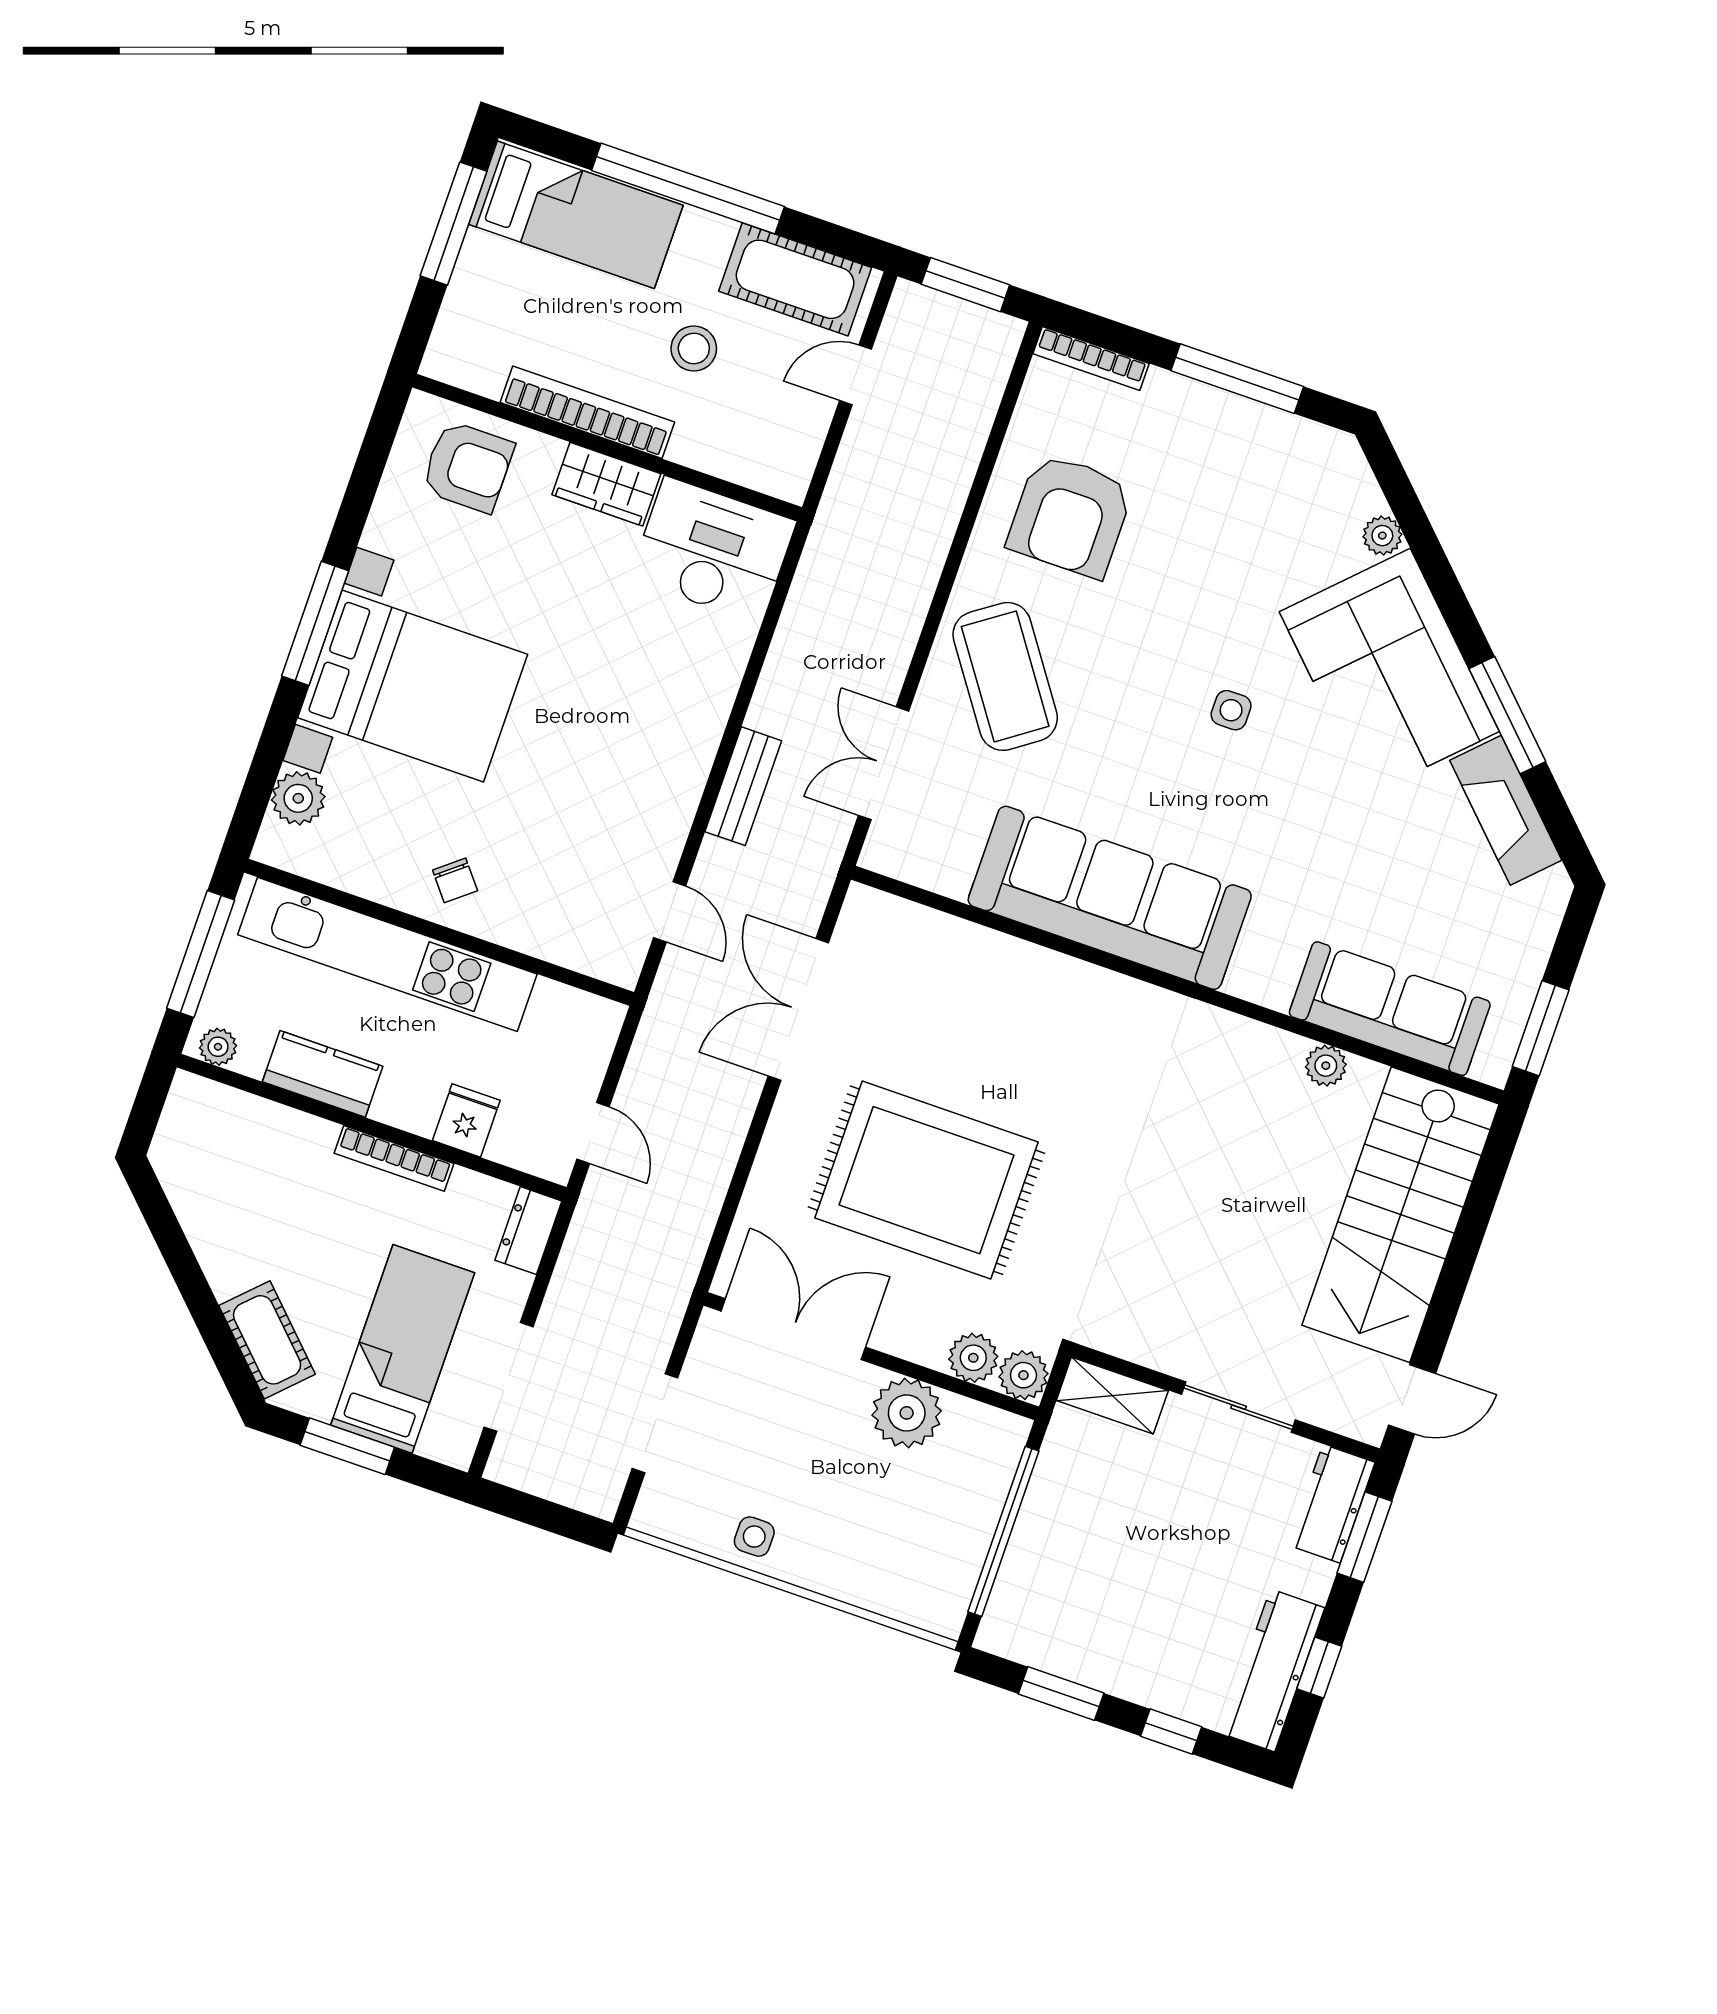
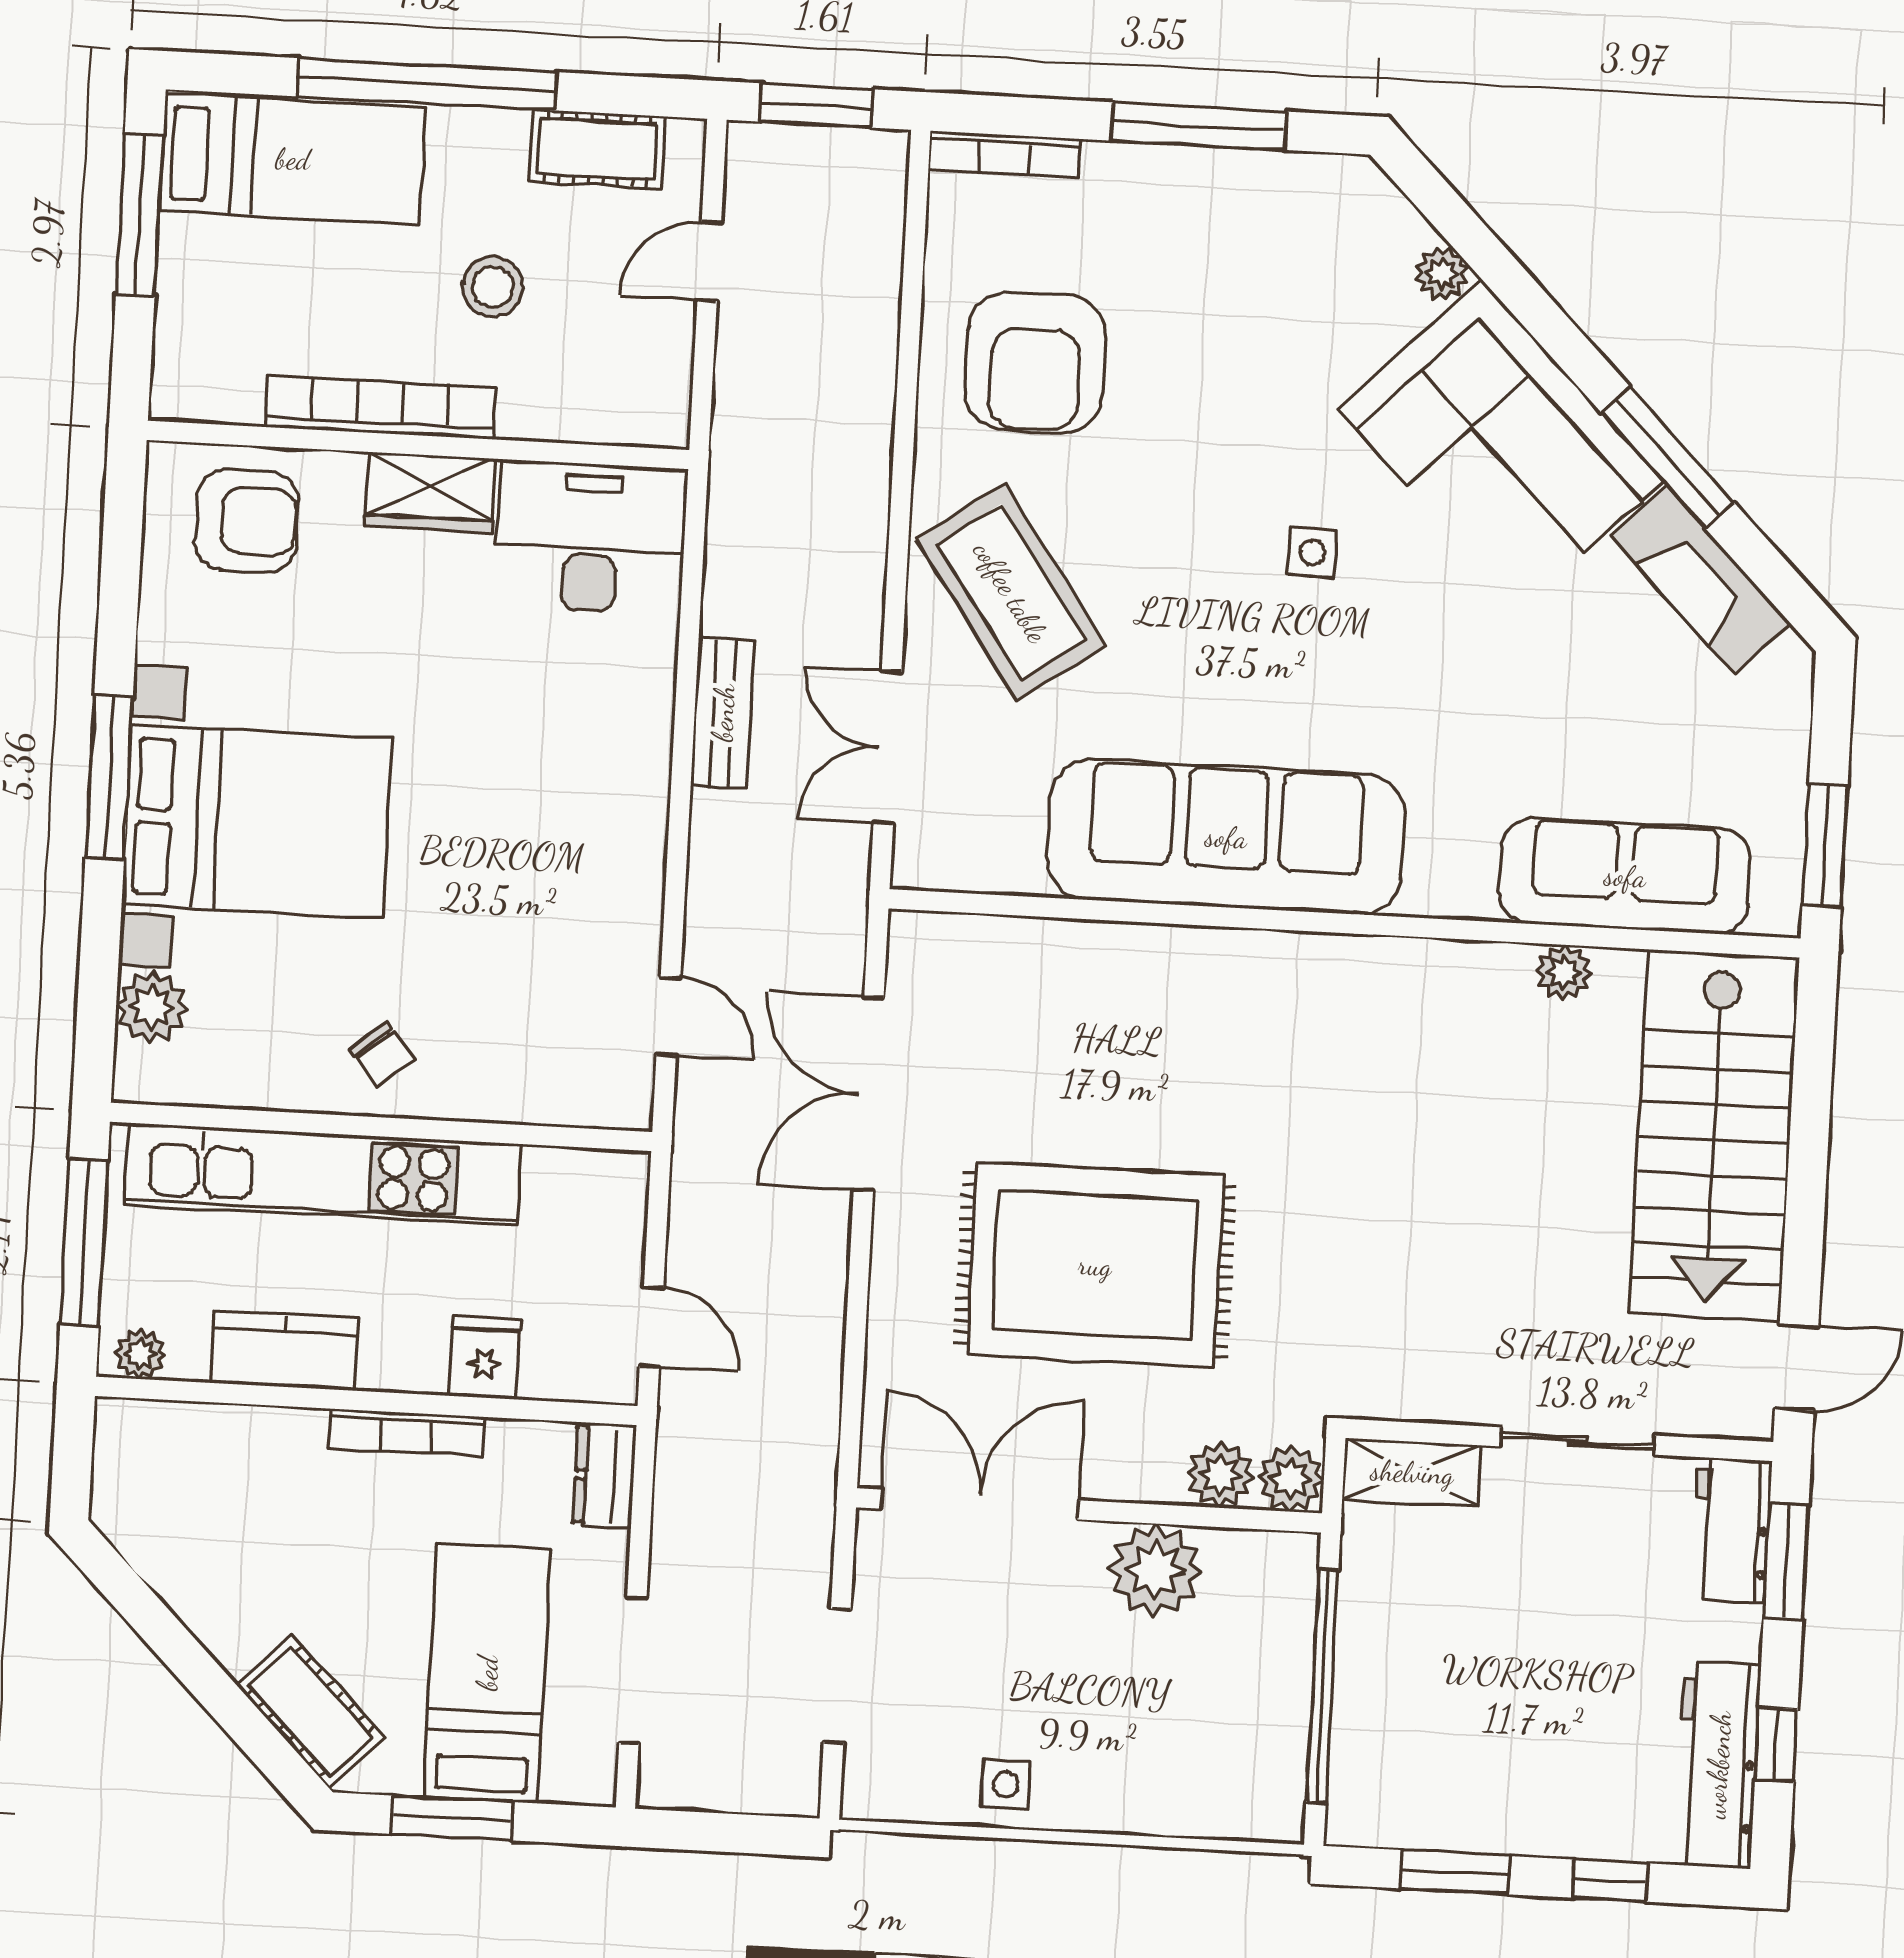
cot: (795, 279) -> (597, 149), width x0.73, depth x0.75
bench: (743, 786) -> (723, 713), moved

